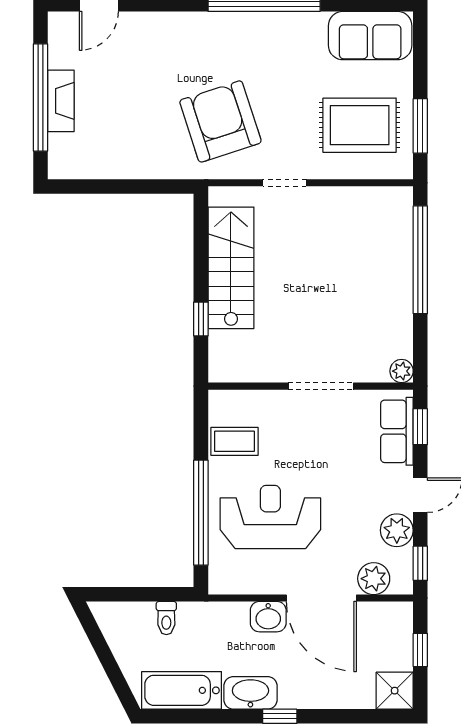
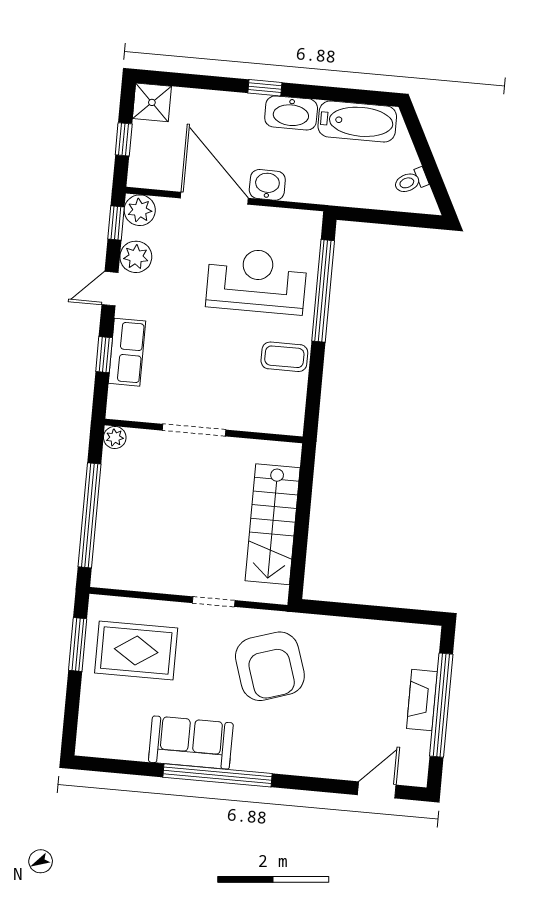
sofa: (370, 36) -> (191, 743), moved
window: (201, 319) -> (306, 478), removed
plant: (402, 371) -> (115, 437), moved
wall: (311, 386) -> (204, 431), moved
doorway: (321, 386) -> (194, 430), moved
reception desk: (270, 517) -> (257, 281), turned 180
plant: (374, 579) -> (140, 210), moved
toilet: (166, 618) -> (411, 181), moved, turned -117

